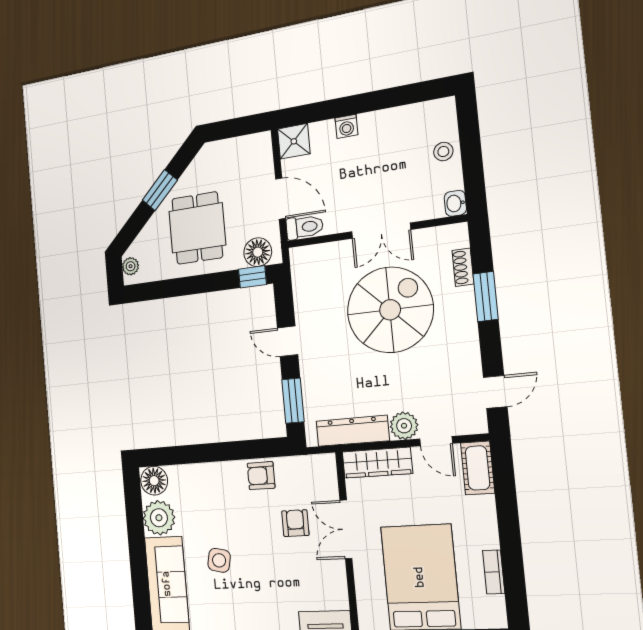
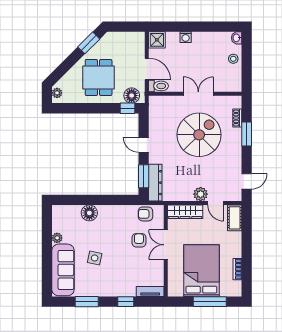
window: (160, 190) -> (89, 43), moved
washbasin: (455, 203) -> (237, 38), moved
double door: (381, 231) -> (198, 94), swing flipped
dresser: (353, 431) -> (155, 183), moved, turned 90
armchair: (261, 476) -> (145, 214), moved
floor lamp: (154, 481) -> (89, 213), moved
plant: (159, 518) -> (57, 238), width x0.53, depth x0.53

